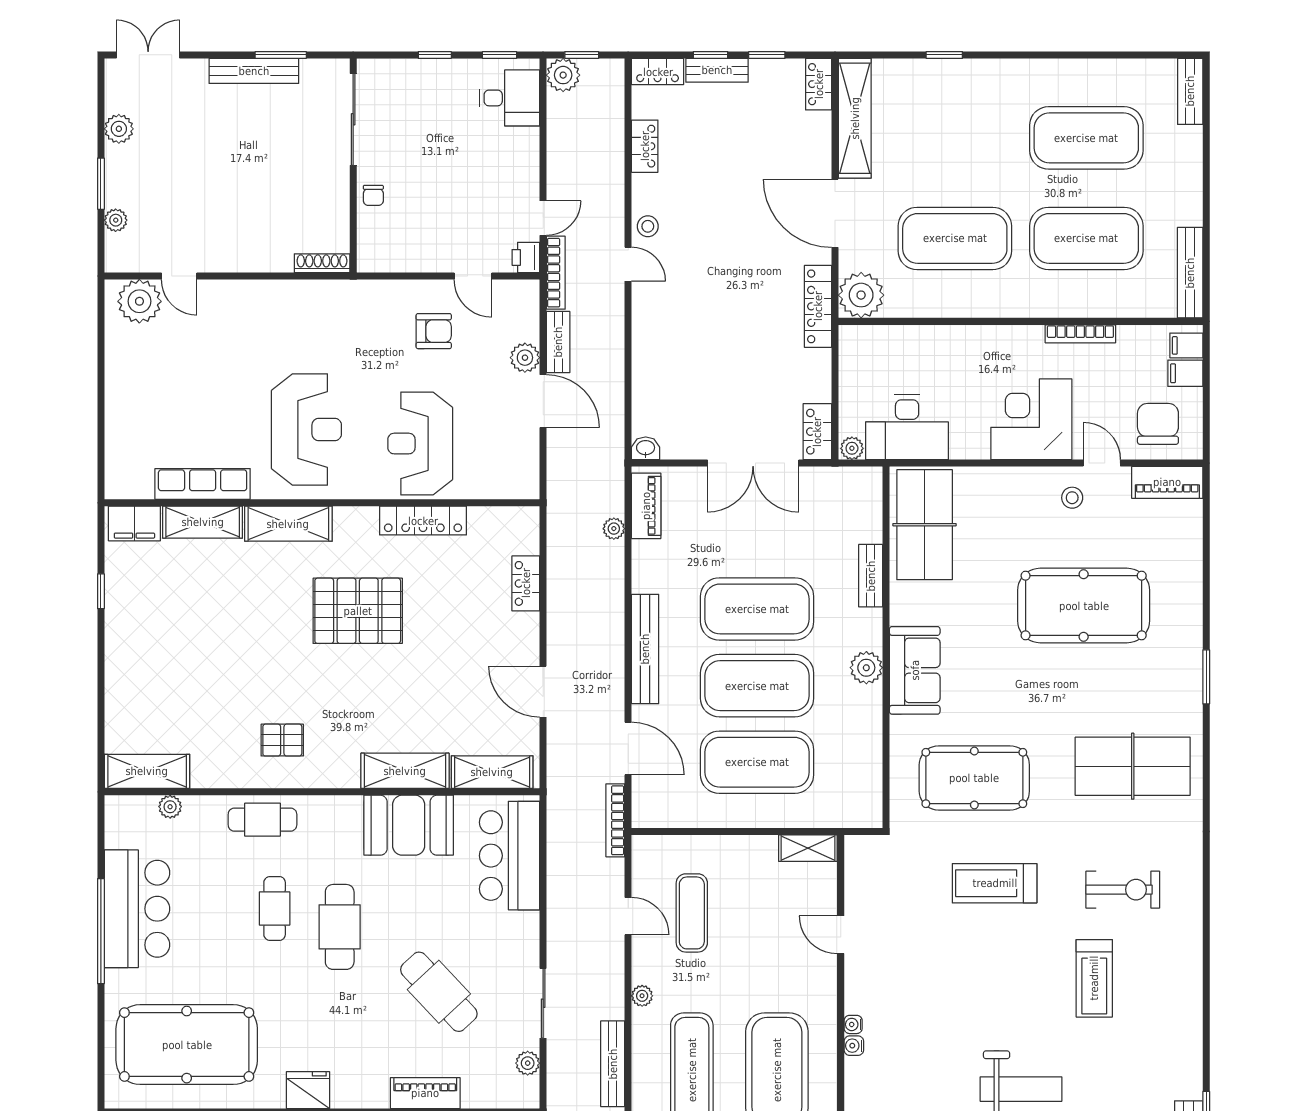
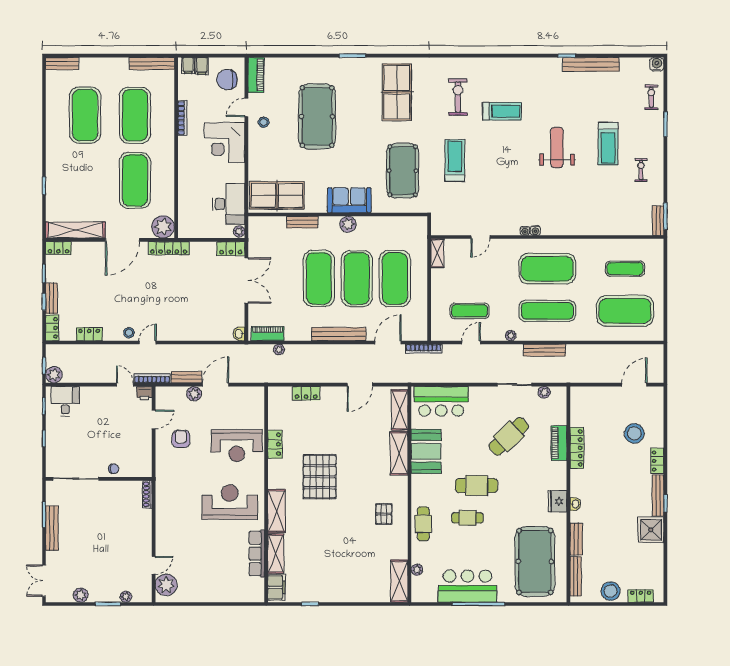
locker: (423, 521) -> (275, 444), width x0.66
treadmill: (995, 883) -> (455, 161), turned 180

